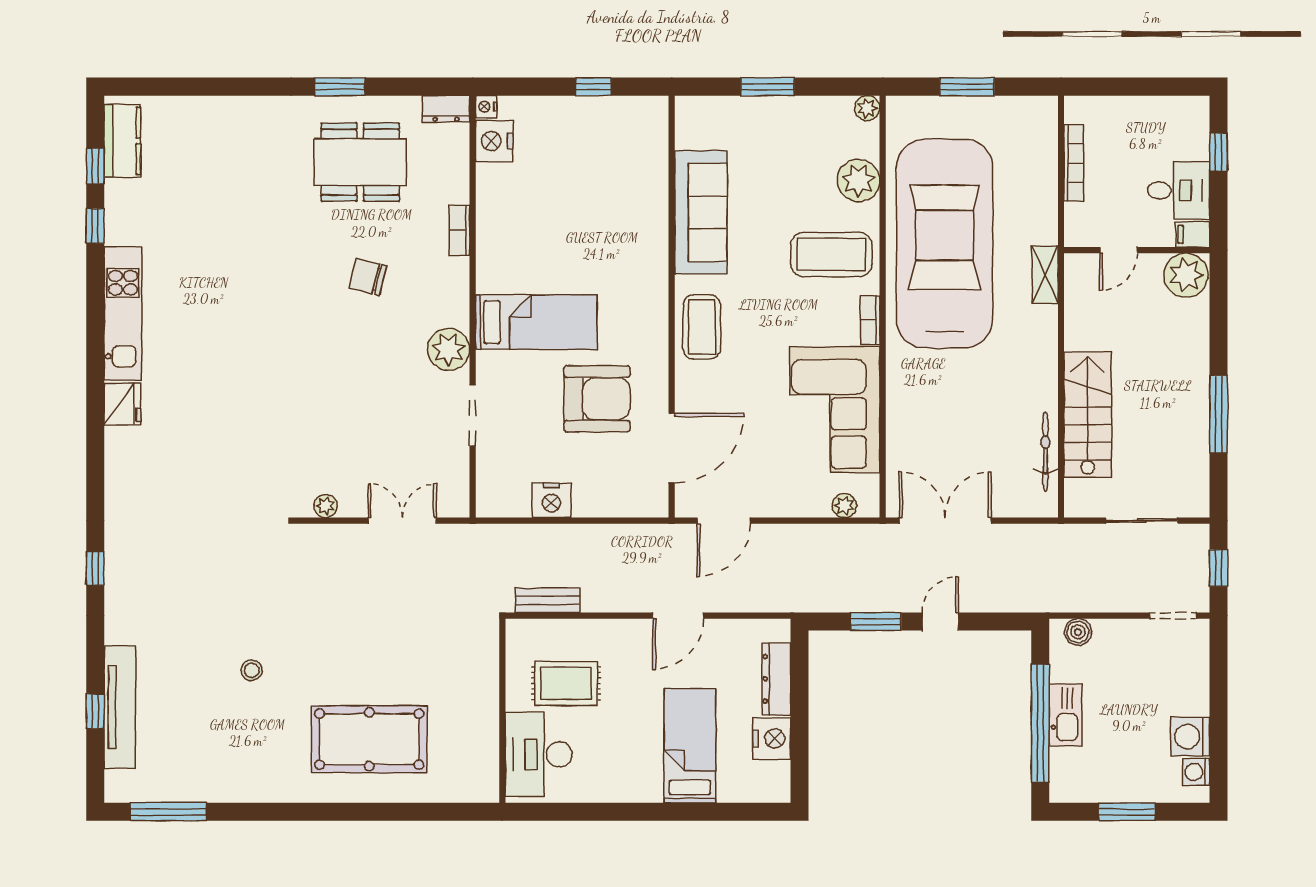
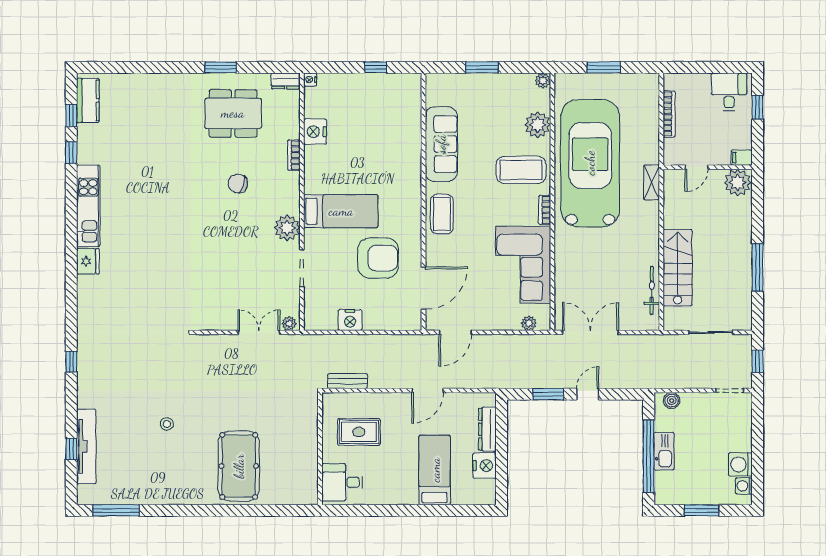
nightstand: (494, 141) -> (315, 132), moved
desk: (1179, 190) -> (729, 92), moved, turned -90
plant: (326, 506) -> (289, 324), moved
pool table: (369, 739) -> (239, 466), turned 90
desk: (539, 754) -> (342, 482), width x0.73

